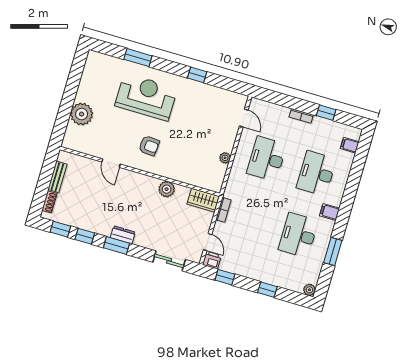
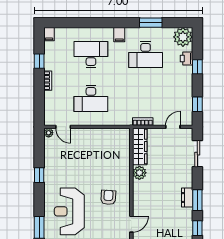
door: (244, 118) -> (63, 127), swing flipped
filing cabinet: (350, 145) -> (49, 34), moved
plant: (225, 158) -> (49, 133), moved
desk: (316, 173) -> (91, 55), turned 180
wardrobe: (203, 200) -> (140, 146), width x1.50
printer: (212, 260) -> (186, 58), moved
plant: (309, 290) -> (183, 37), width x1.88, depth x1.88

